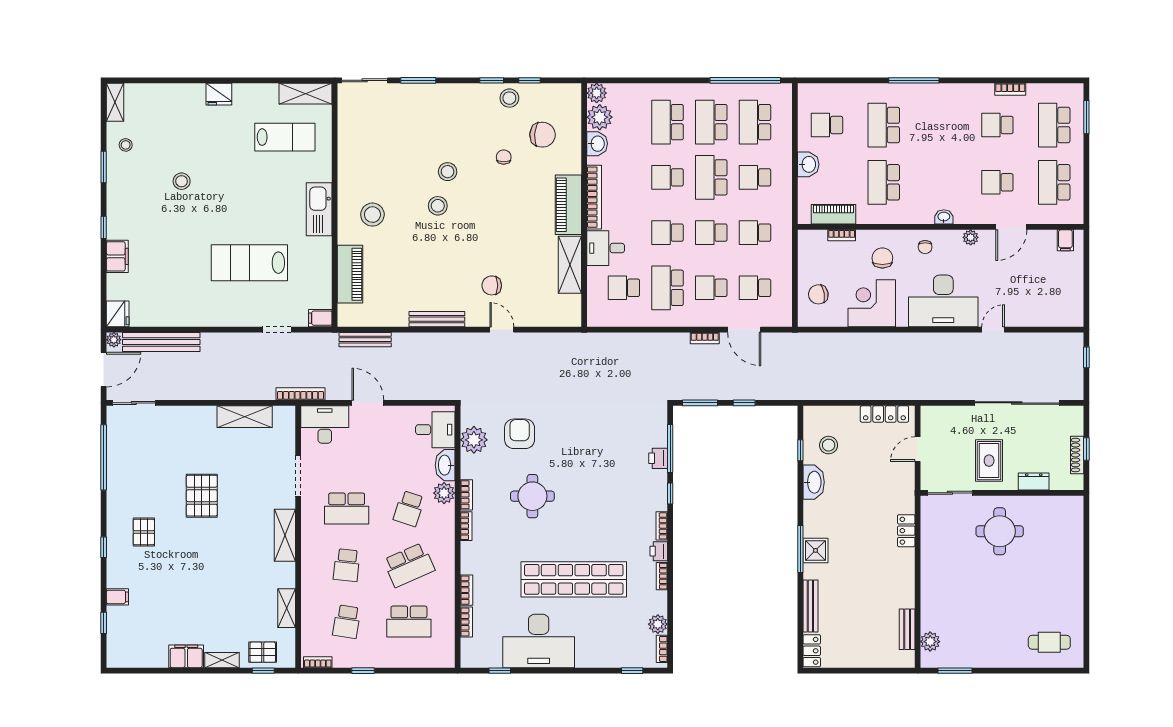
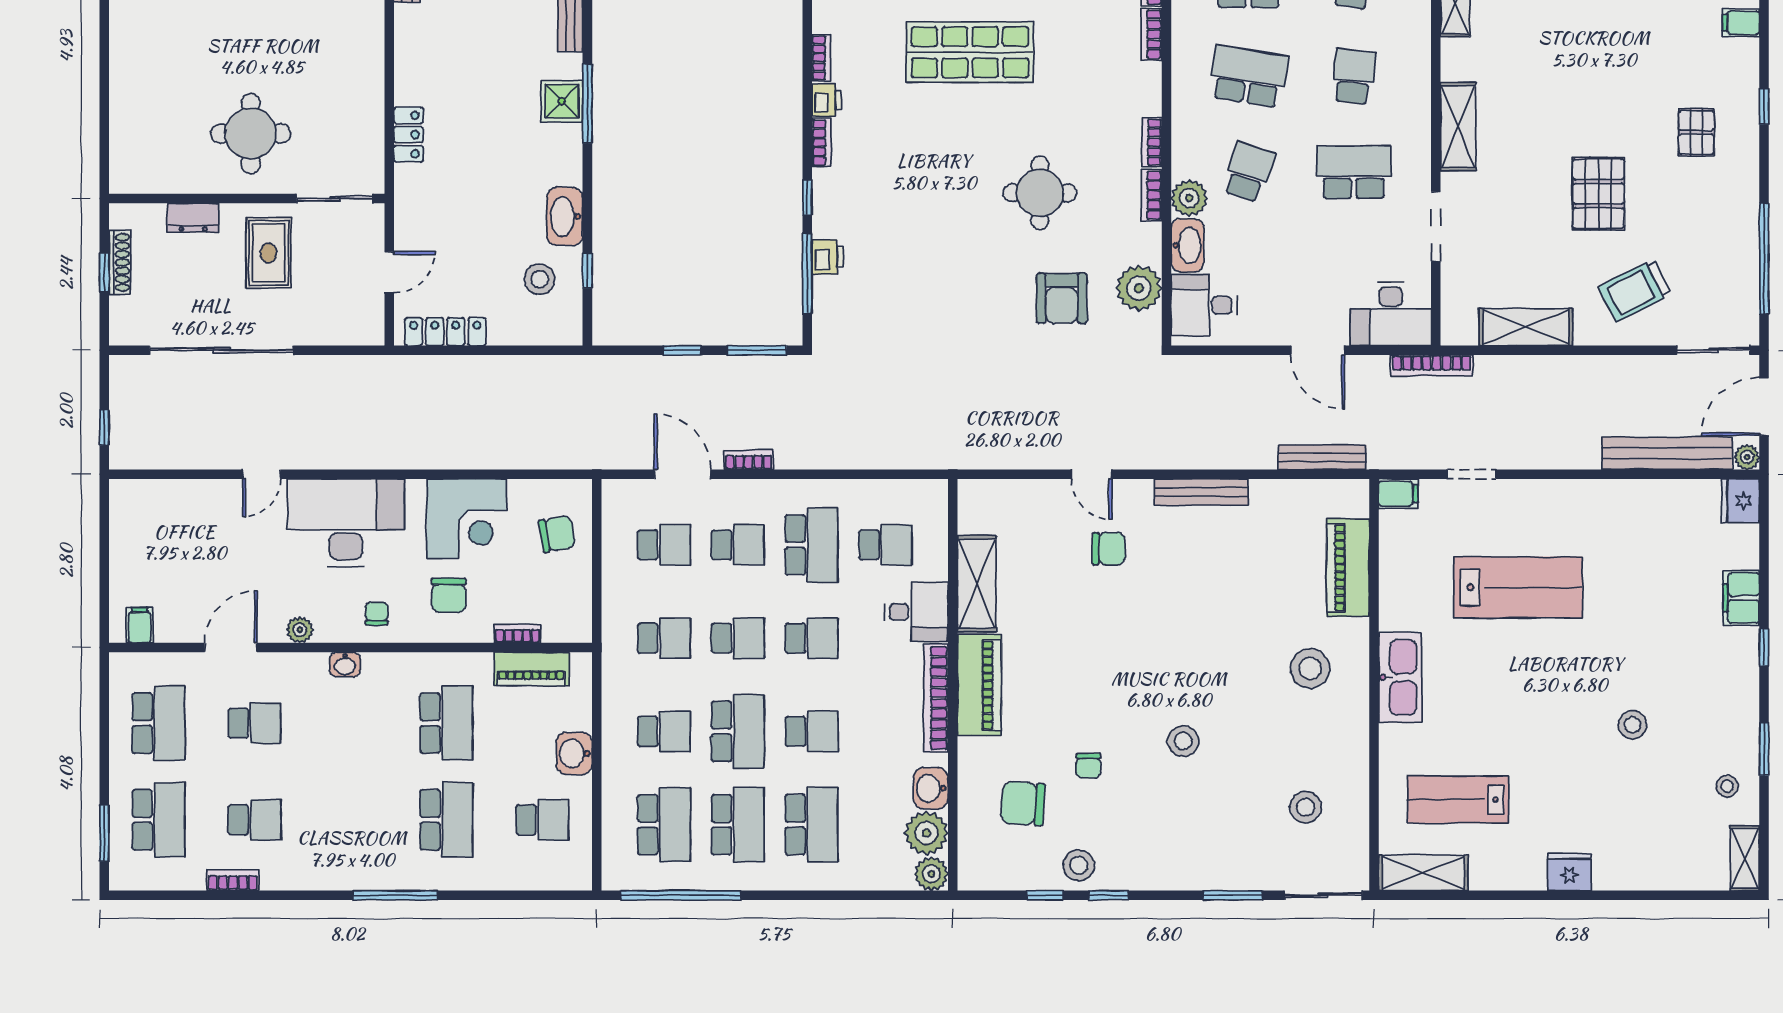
stool: (438, 206) -> (1306, 807), moved
trolley: (180, 438) -> (1635, 291), added
school desk: (409, 565) -> (1249, 77), turned 33
shop shelf: (574, 579) -> (970, 52), width x0.71

